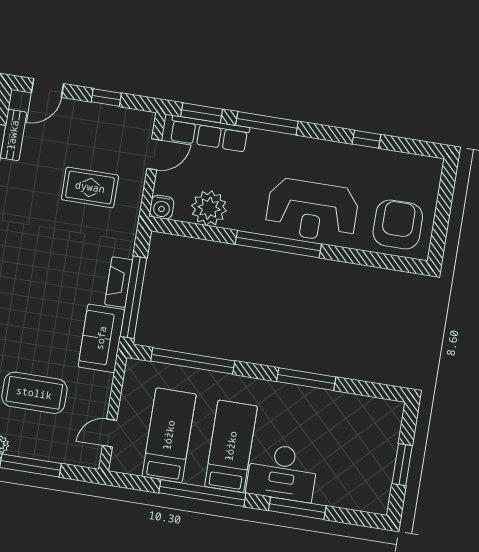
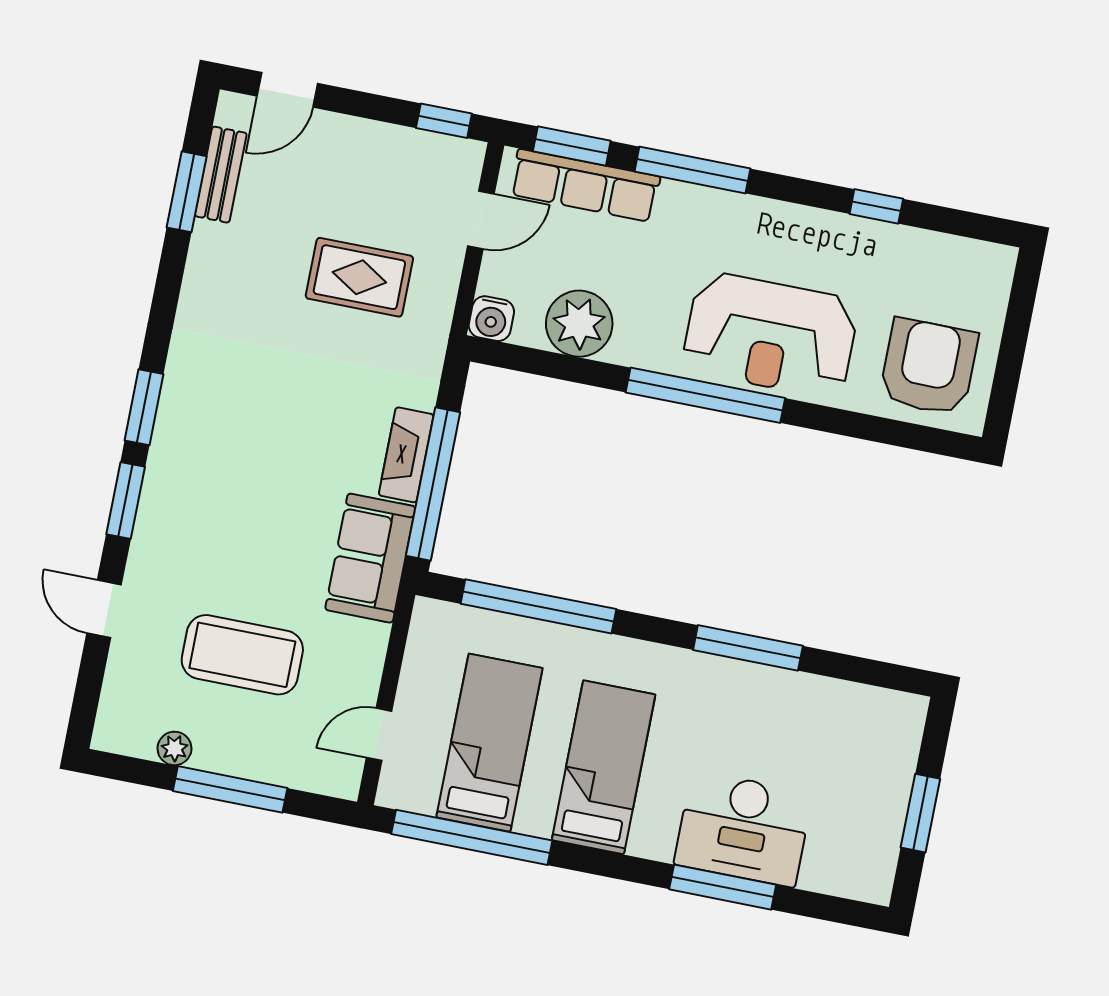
window: (106, 98) -> (444, 121), moved
desk: (282, 472) -> (743, 829), moved
window: (202, 493) -> (472, 837), moved

